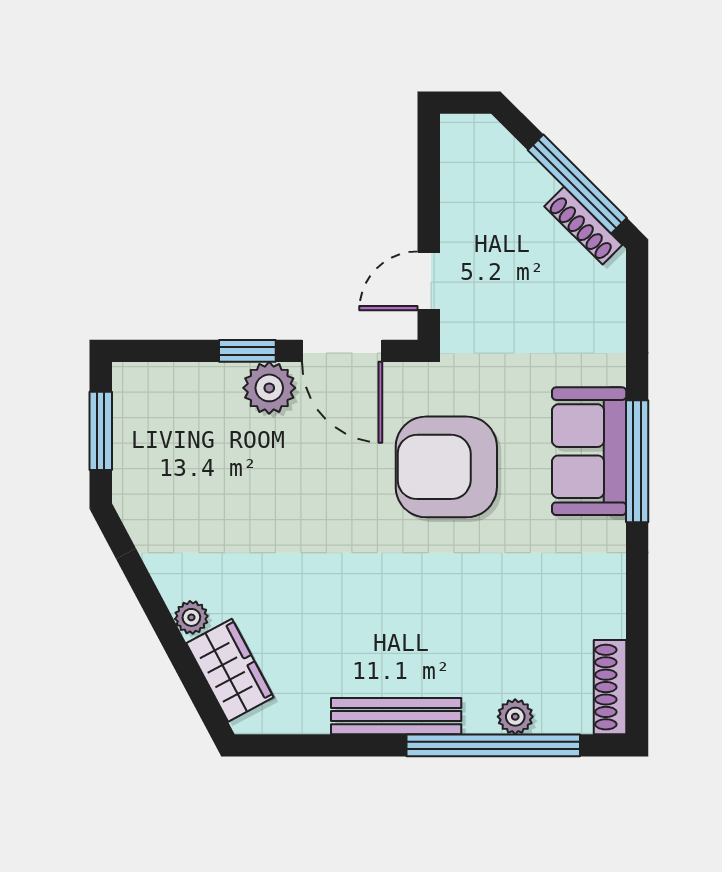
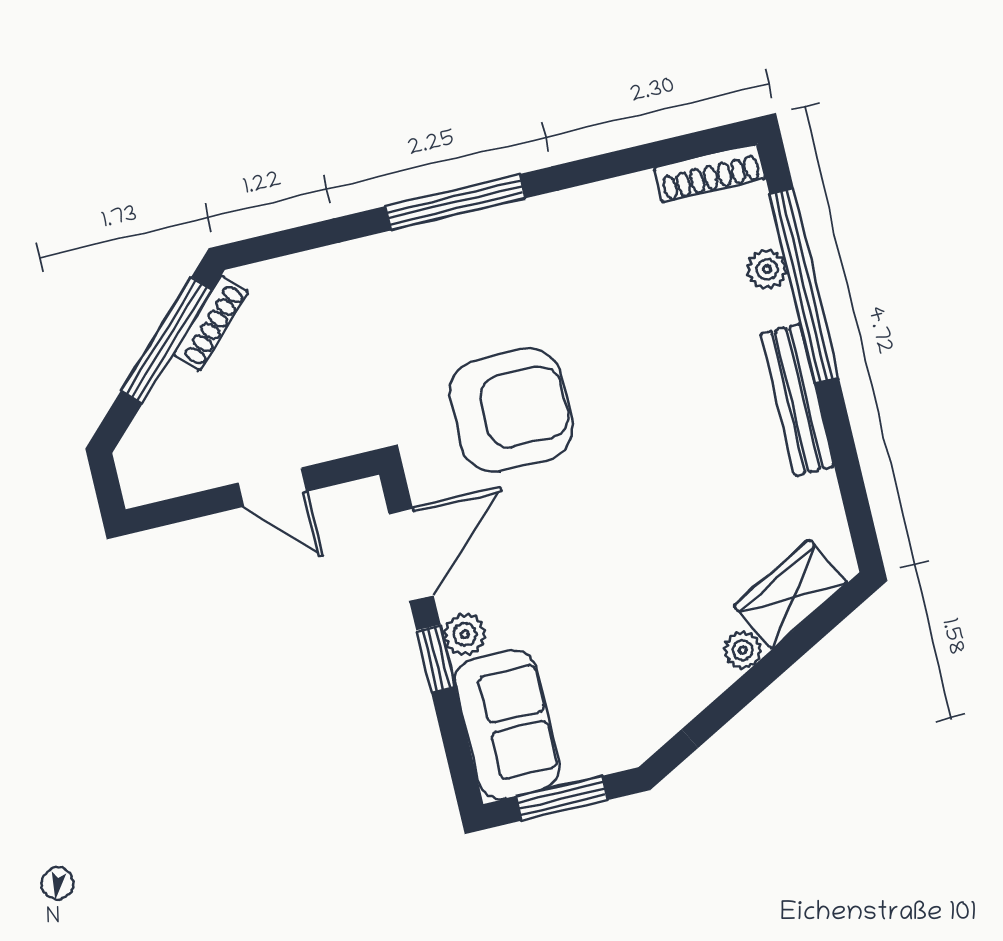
door: (429, 281) -> (273, 487), moved
plant: (269, 388) -> (465, 634), width x0.73, depth x0.73
sofa: (589, 451) -> (507, 724), moved, turned -90
armchair: (446, 467) -> (511, 410), turned -90

